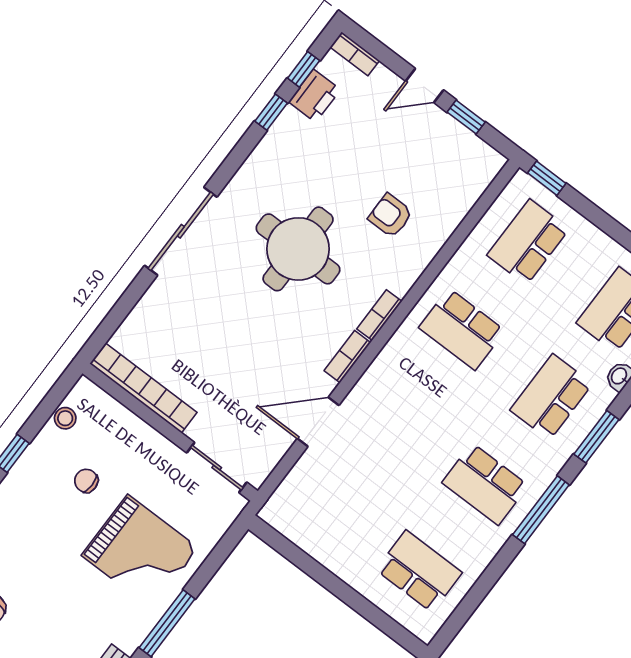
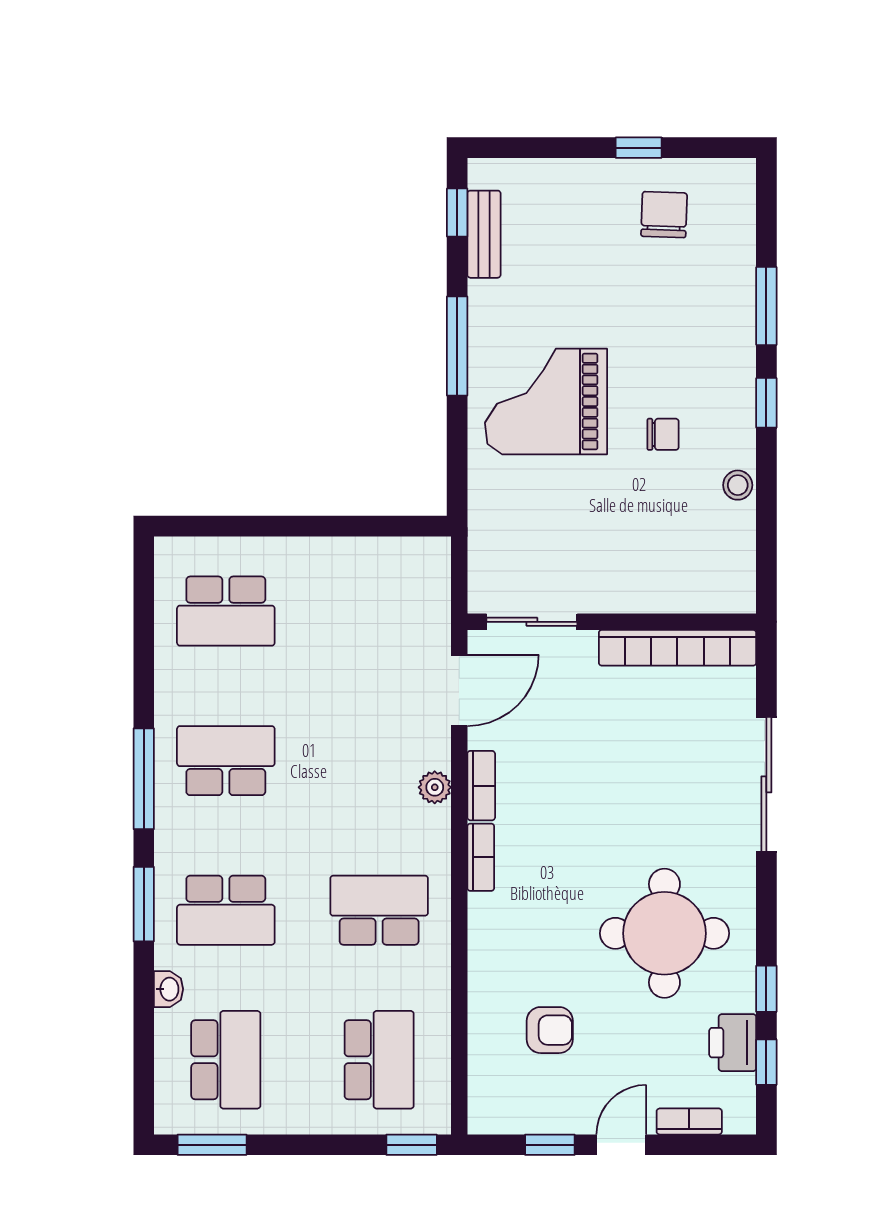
bookcase: (355, 54) -> (689, 1121), moved
armchair: (390, 216) -> (550, 1030), moved
round table: (298, 249) -> (664, 933), moved
plant: (375, 376) -> (435, 787), added
bookcase: (143, 388) -> (677, 648), moved
school desk: (551, 397) -> (226, 910), turned 90
wall: (170, 432) -> (612, 622), moved
sliding door: (217, 468) -> (532, 622), moved

